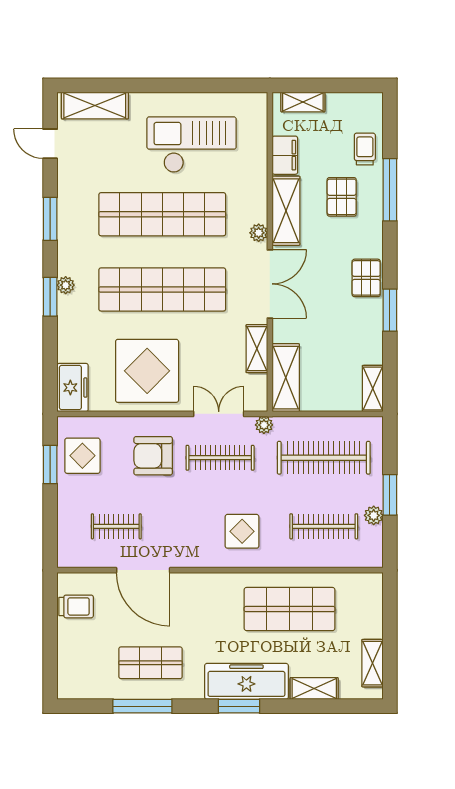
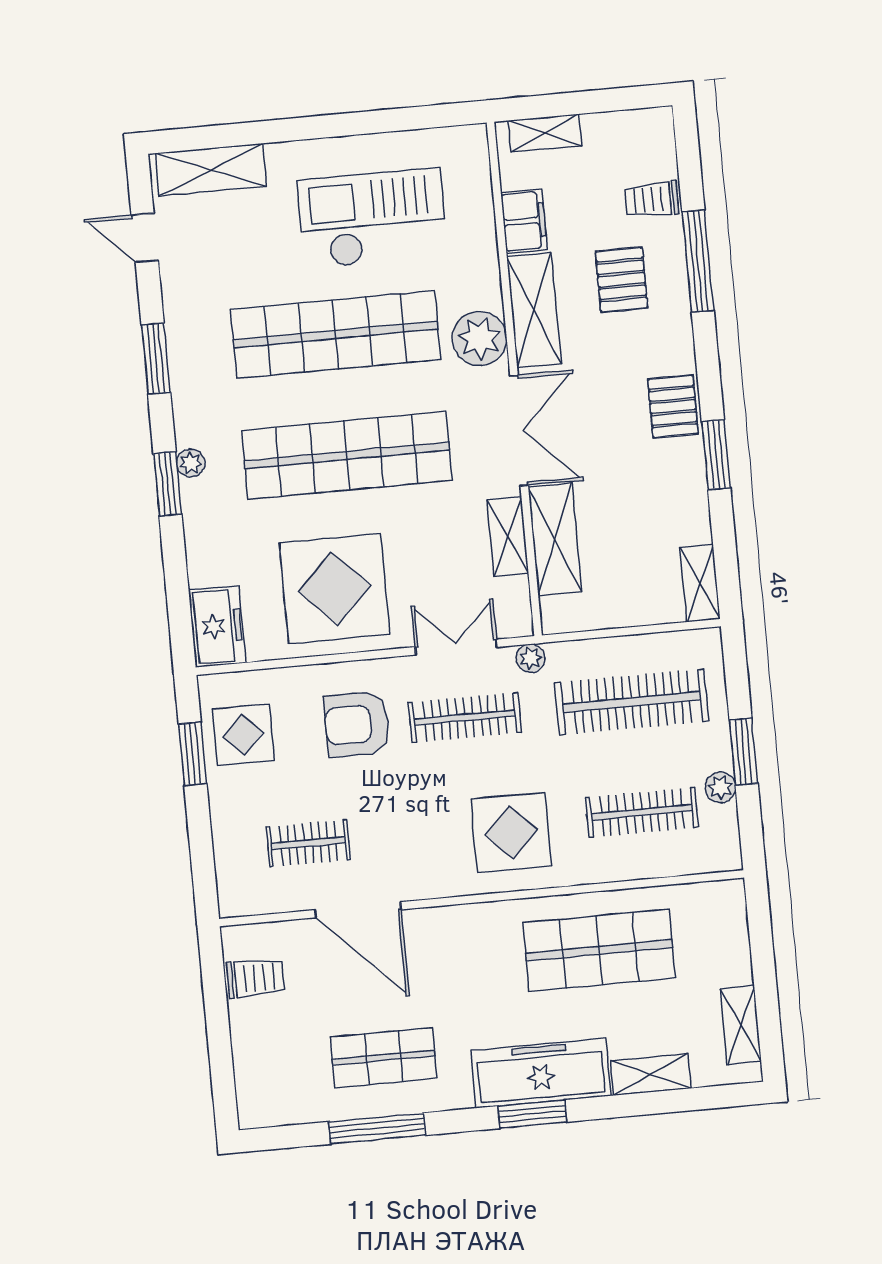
trolley: (365, 149) -> (652, 199), turned -90
plant: (259, 233) -> (479, 338), width x1.88, depth x1.88
shelving: (286, 378) -> (555, 539), moved
display table: (242, 531) -> (511, 832), width x1.36, depth x1.36

